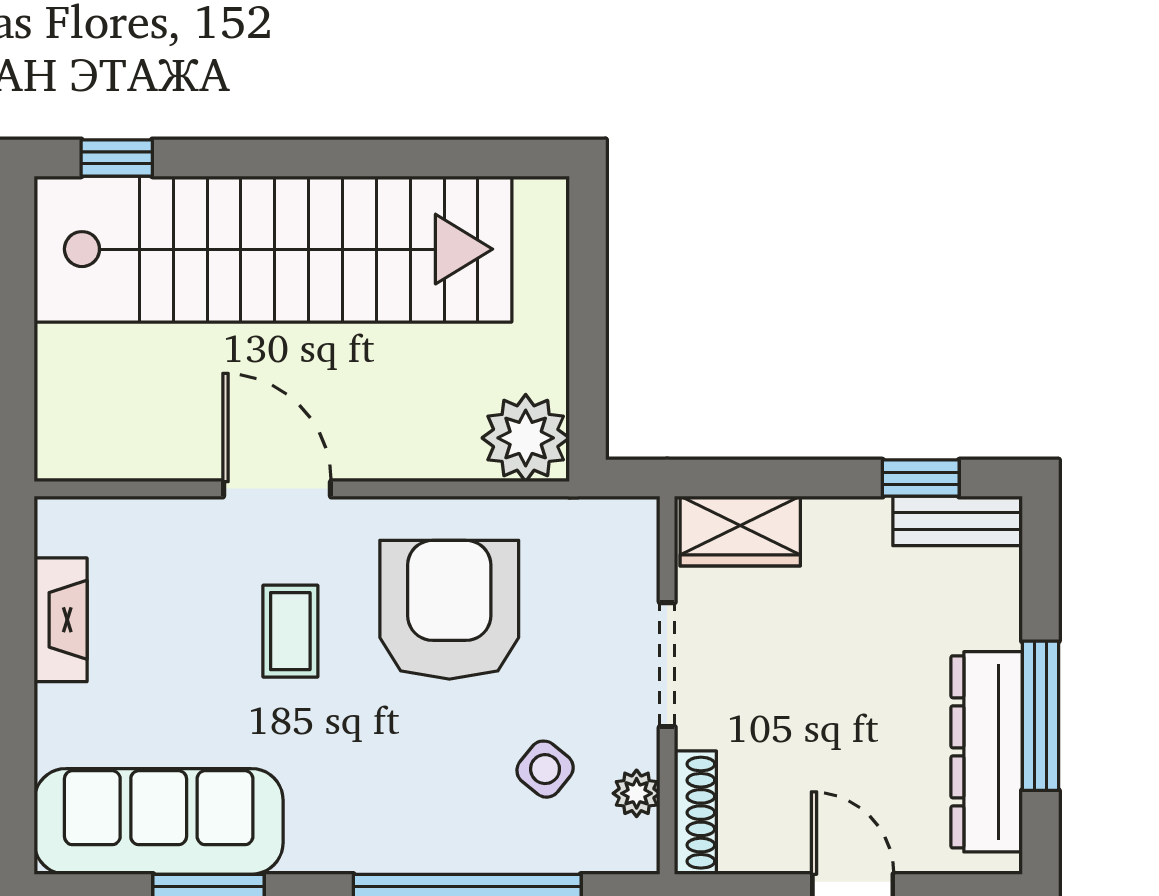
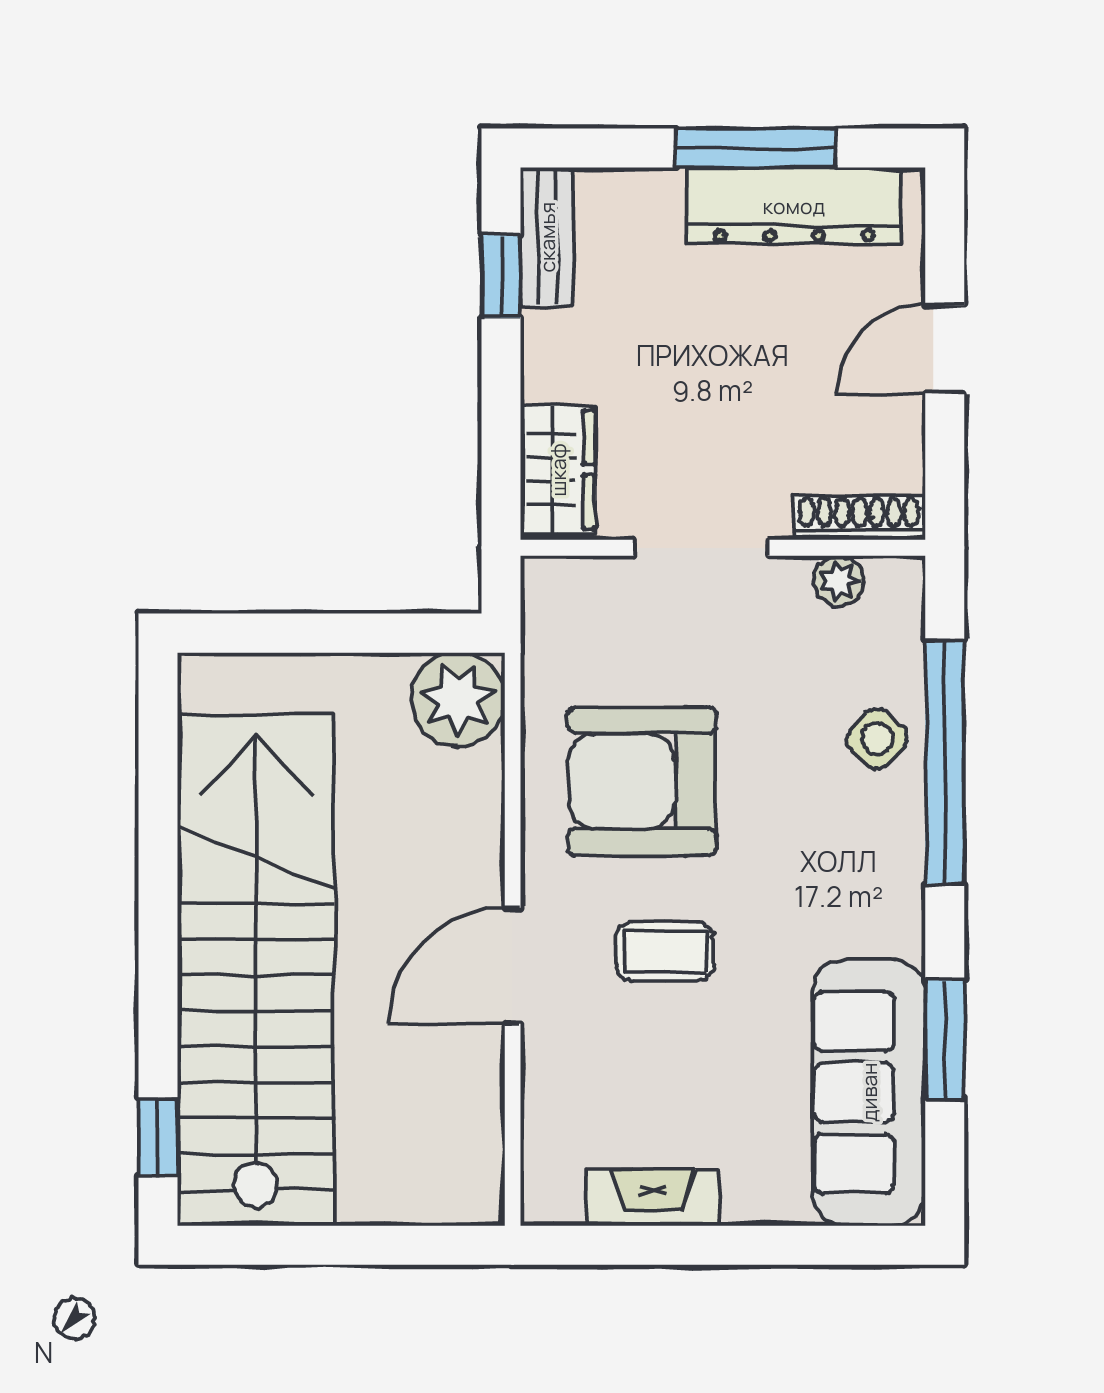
side table: (545, 769) -> (877, 739), moved

